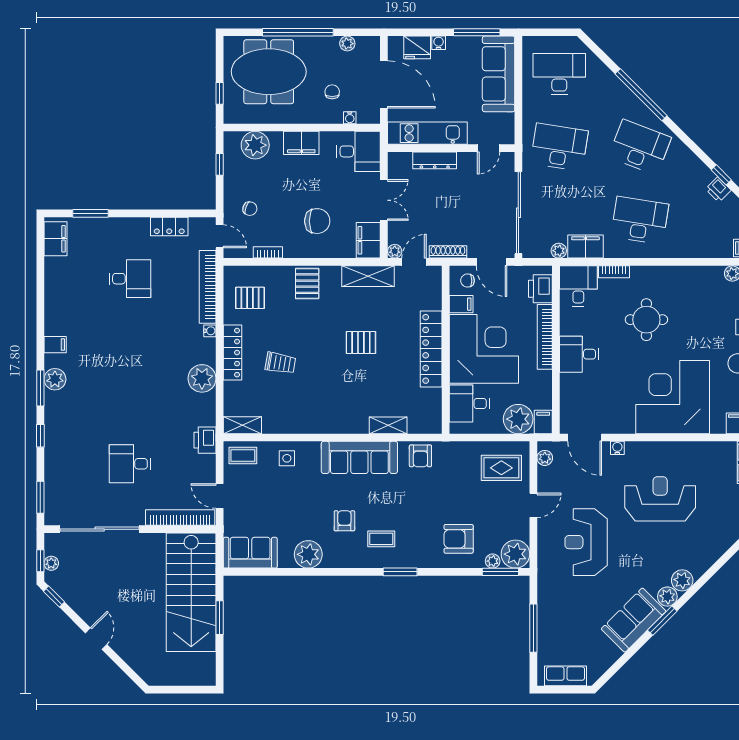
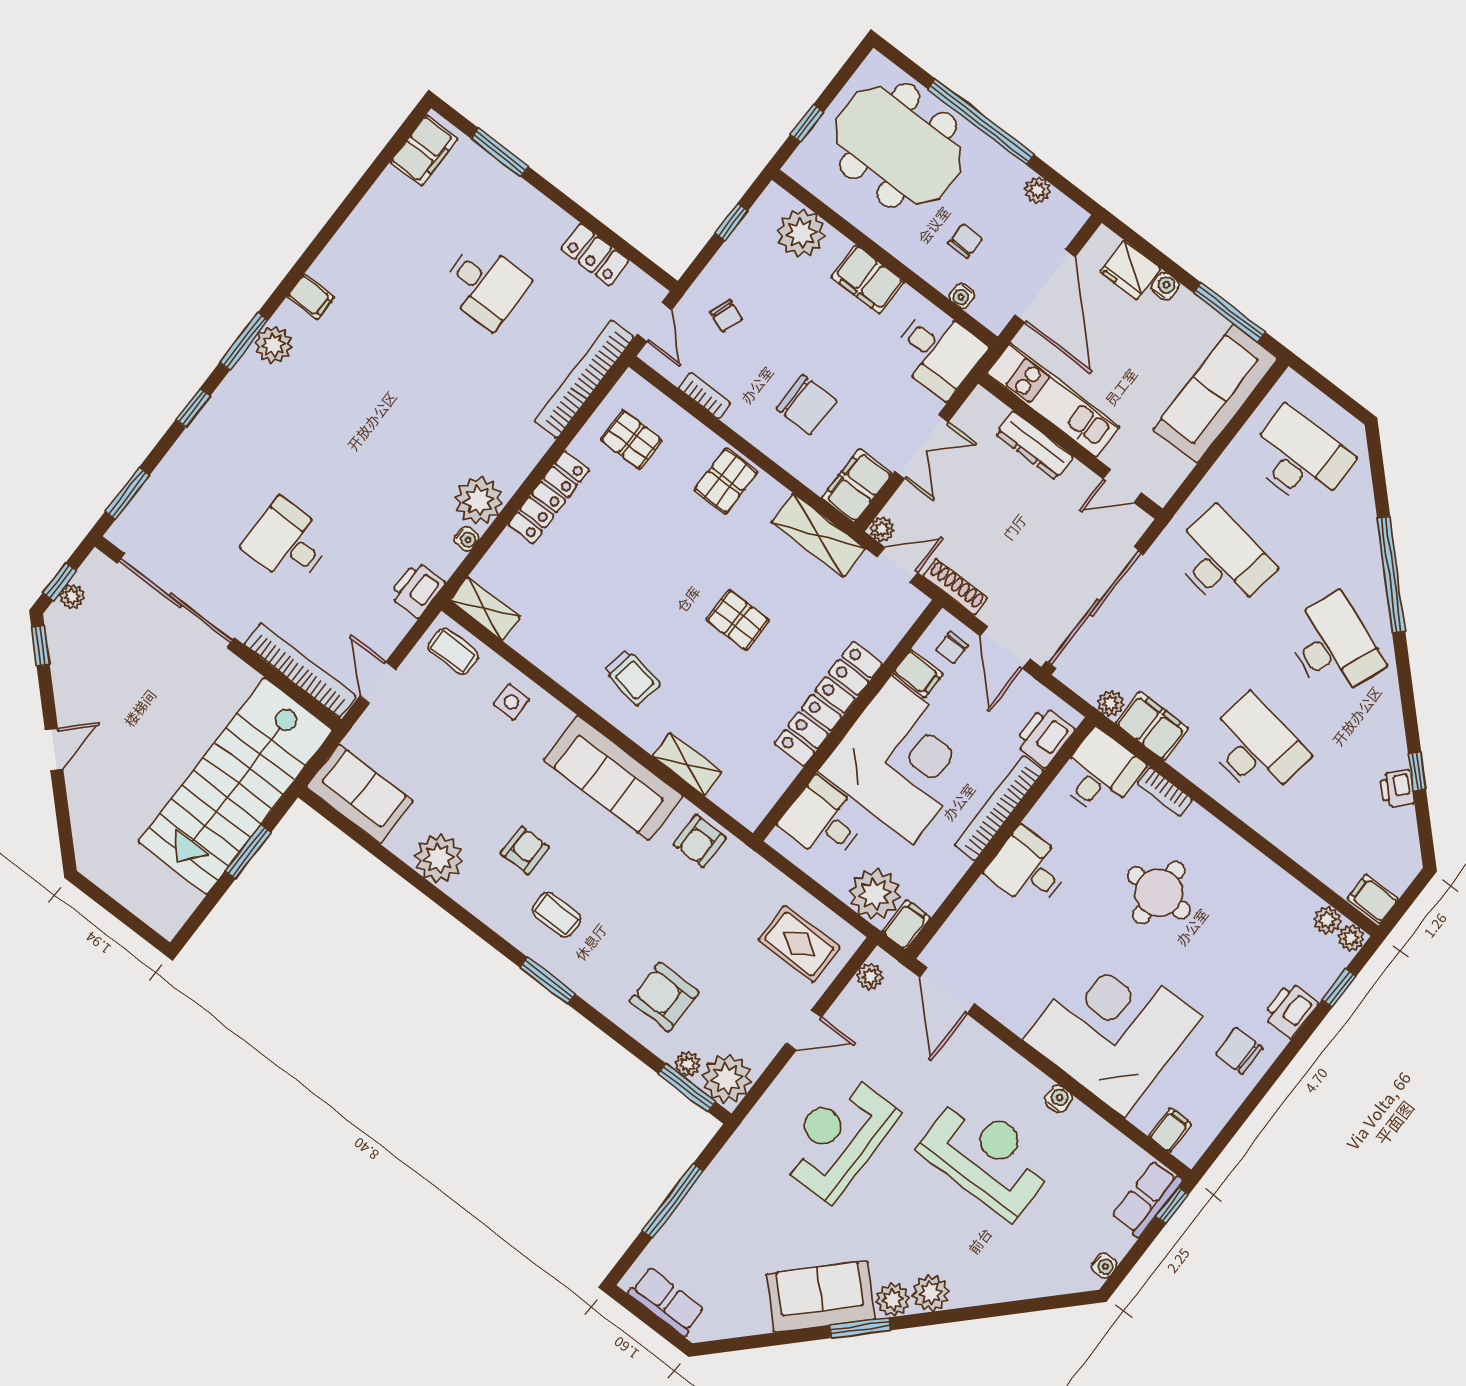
chair: (468, 281) -> (952, 648), turned -90
water cooler: (210, 331) -> (467, 539), moved
trolley: (280, 363) -> (632, 677), moved
water cooler: (617, 448) -> (1058, 1099), moved

